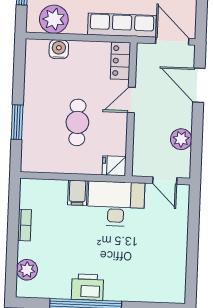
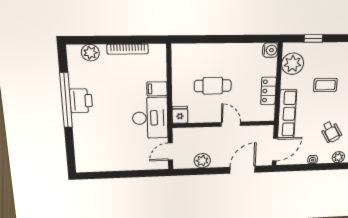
water cooler: (59, 49) -> (270, 50), moved
locker: (120, 61) -> (268, 91), moved, turned -90
window: (17, 122) -> (212, 39), removed
bookcase: (25, 225) -> (128, 49), width x1.56

